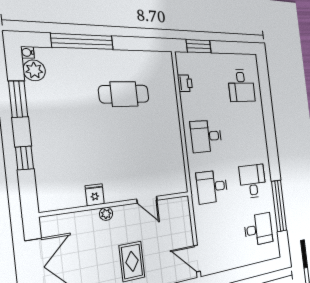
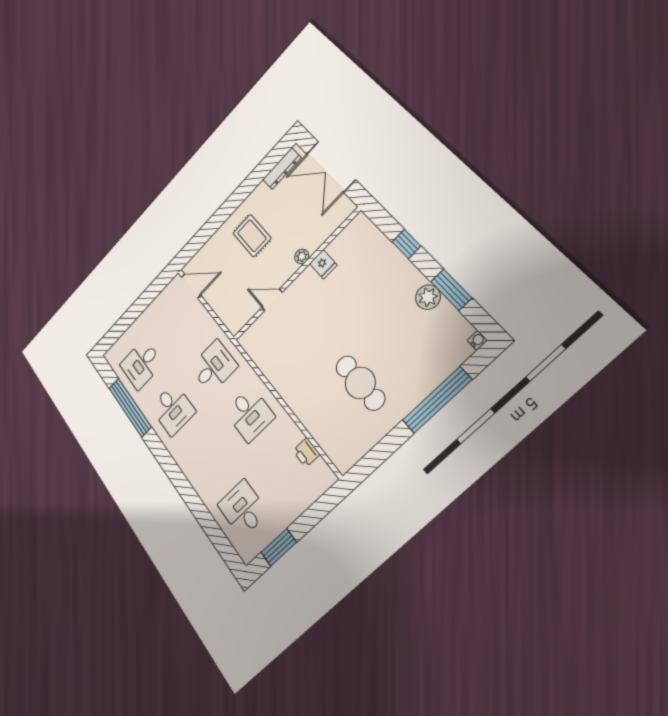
window: (199, 46) -> (279, 547), moved
plant: (34, 70) -> (428, 297), moved
cafe table: (124, 94) -> (360, 383), turned 90
desk: (206, 136) -> (250, 414), turned 90

